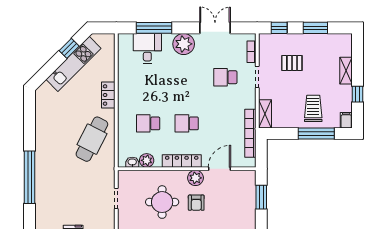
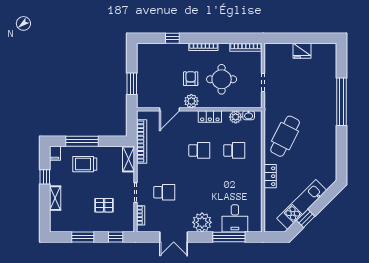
trolley: (313, 108) -> (85, 164), turned 90
locker: (182, 161) -> (210, 116), width x0.66

